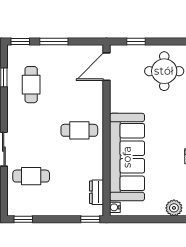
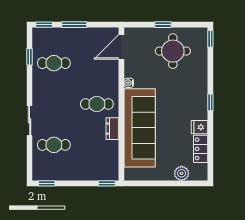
window: (136, 41) -> (163, 25), moved
cafe table: (31, 85) -> (54, 63), turned 90
dresser: (97, 192) -> (112, 129), moved
water cooler: (115, 207) -> (129, 83), moved

